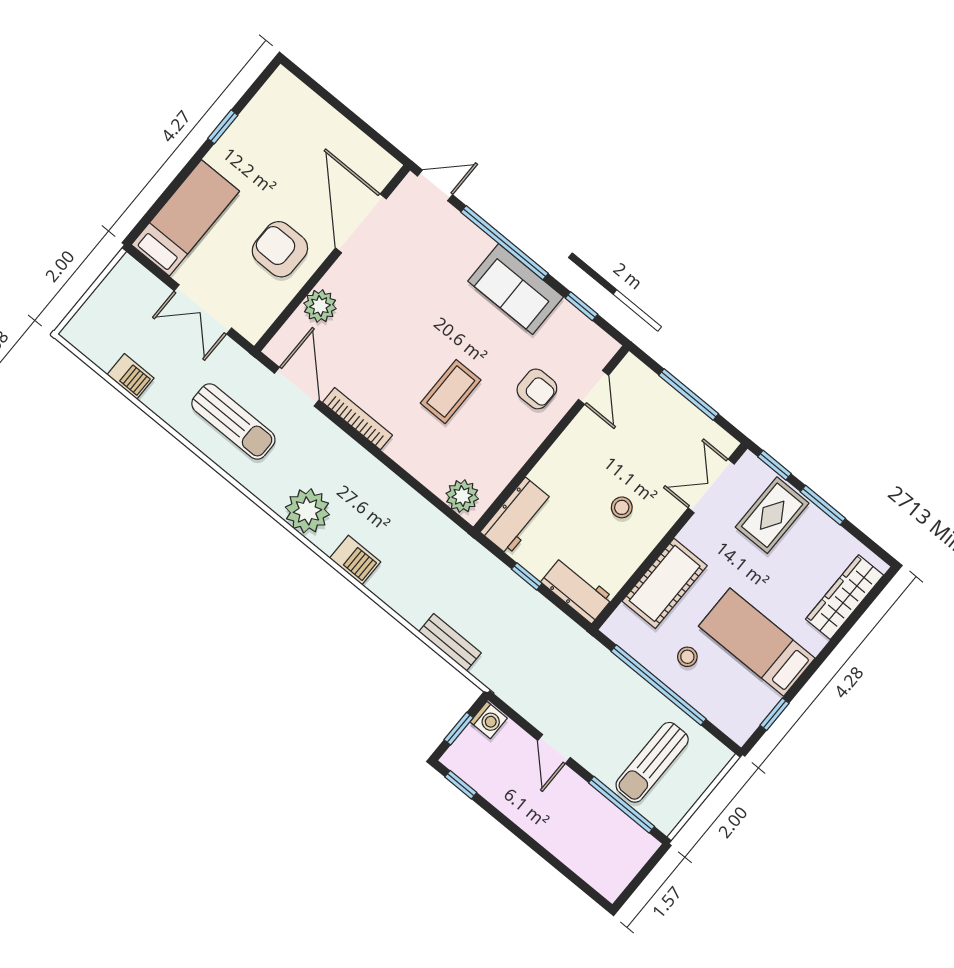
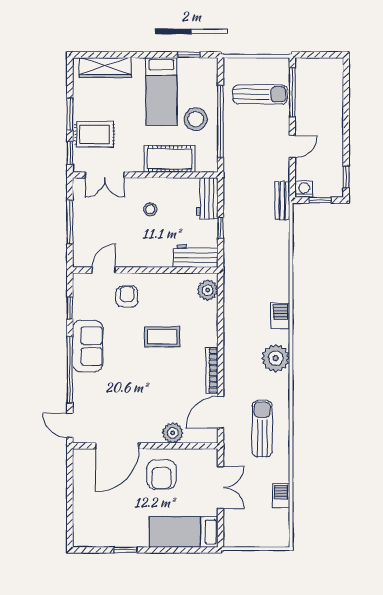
bench: (450, 642) -> (282, 201), moved
stool: (687, 657) -> (196, 119), width x1.89, depth x1.89

